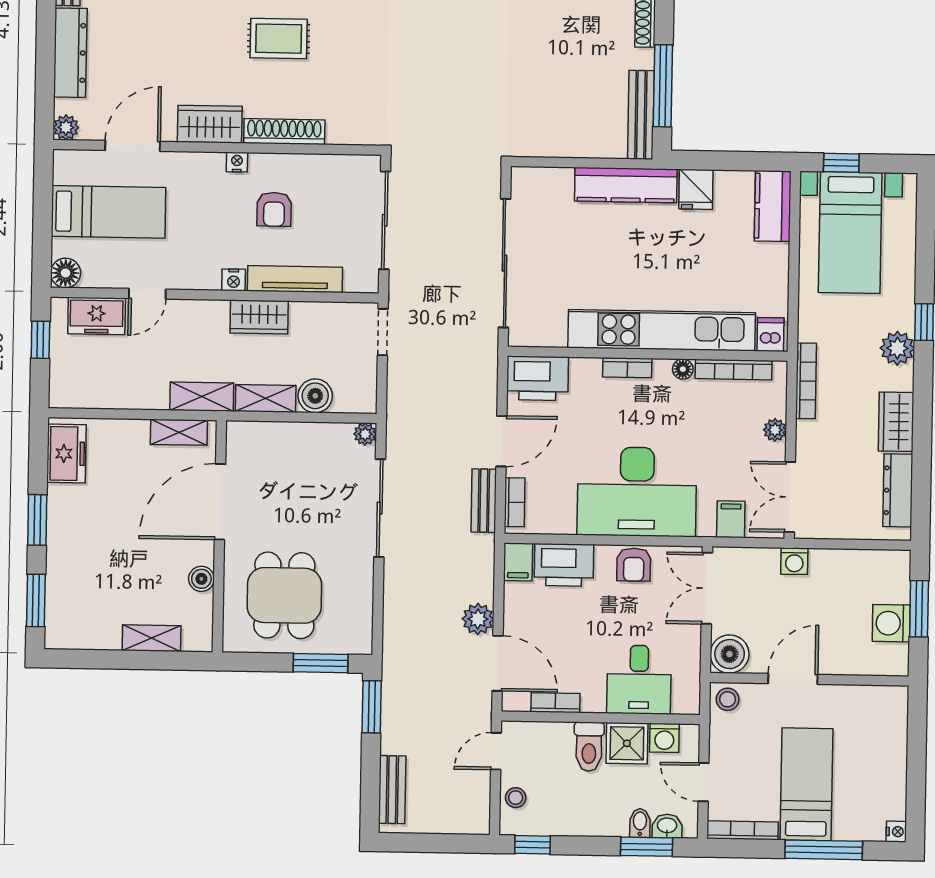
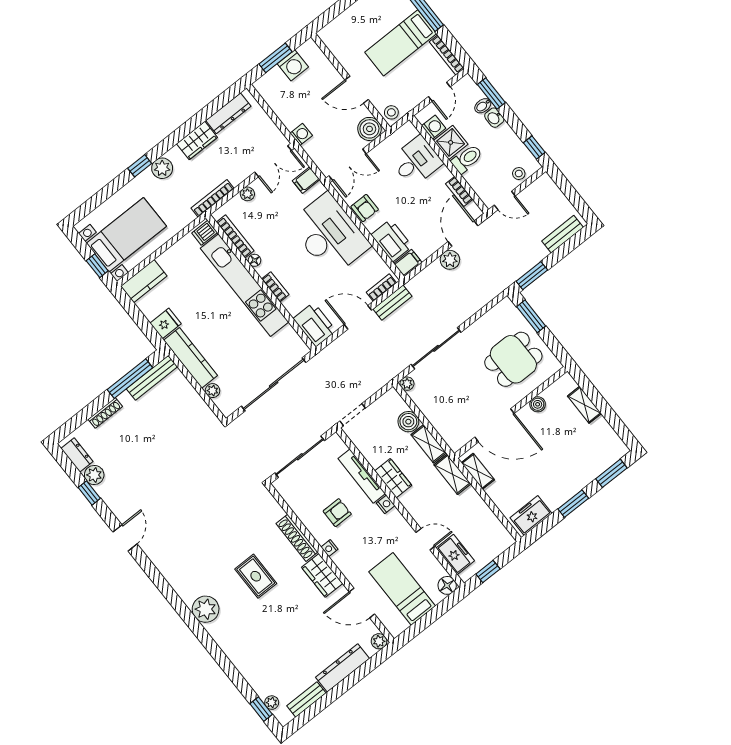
plant: (561, 179) -> (213, 391), added
armchair: (634, 565) -> (365, 208), turned 90
washbasin: (667, 826) -> (494, 118), moved

